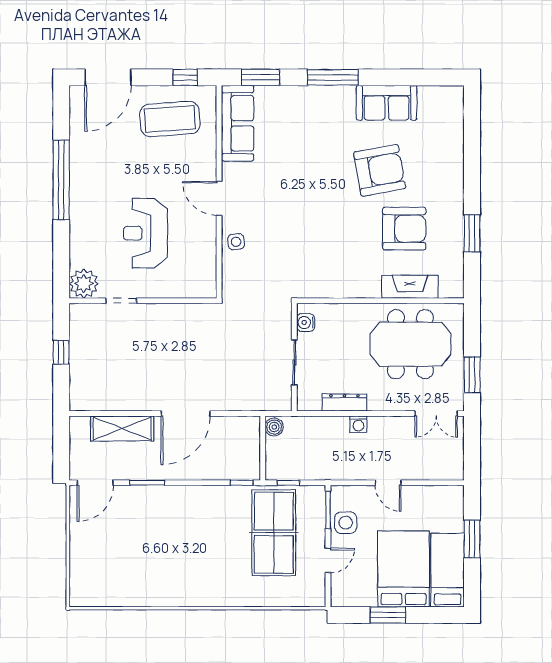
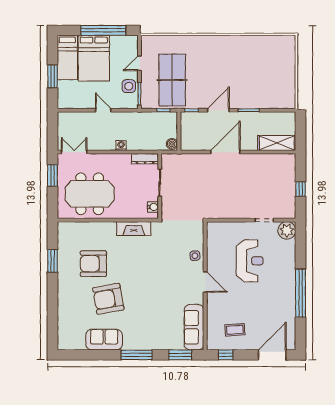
coffee table: (170, 119) -> (235, 330), width x0.54, depth x0.58
fireplace: (410, 287) -> (134, 229), moved
dresser: (344, 402) -> (145, 159), moved
shelving: (122, 428) -> (277, 143), moved
door: (95, 483) -> (218, 110), moved
window: (388, 615) -> (103, 30), width x2.11

